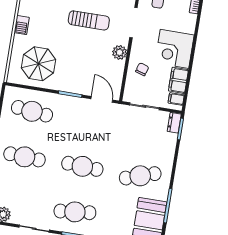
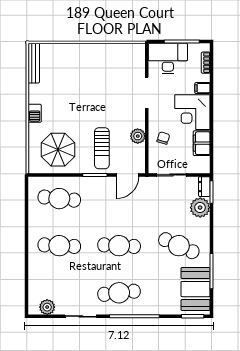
sun lounger: (89, 20) -> (102, 148), moved, turned 90
plant: (120, 52) -> (138, 136), moved
door: (102, 99) -> (128, 175), swing flipped
filing cabinet: (176, 99) -> (202, 88), moved
plant: (167, 142) -> (200, 208), added
cafe table: (140, 176) -> (179, 246), turned 42

